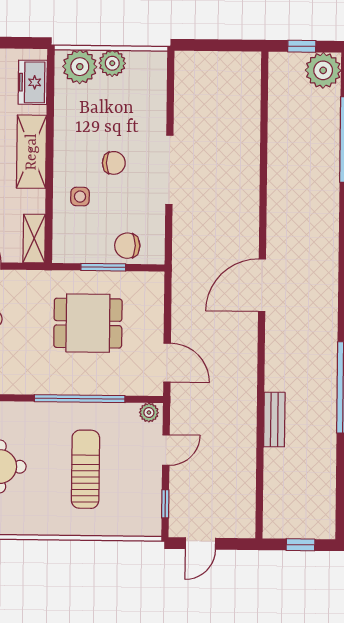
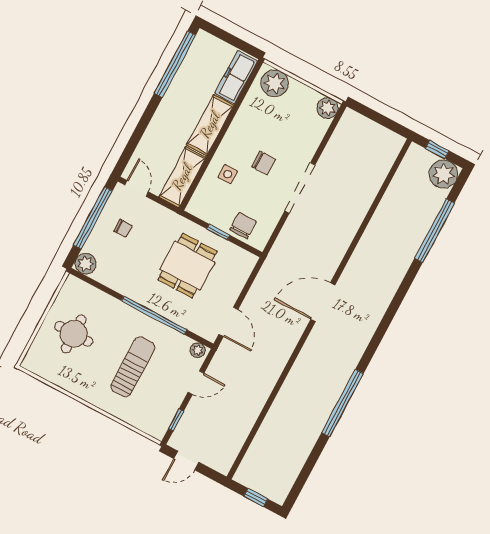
plant: (112, 63) -> (328, 108), moved
freezer: (33, 82) -> (236, 77), width x1.40
shelving: (34, 239) -> (182, 177), width x1.50, depth x1.33
chair: (127, 246) -> (243, 226), turned 90
window: (103, 267) -> (218, 232), width x0.67
dining table: (88, 323) -> (187, 266), turned 90
bench: (274, 420) -> (283, 401), removed

